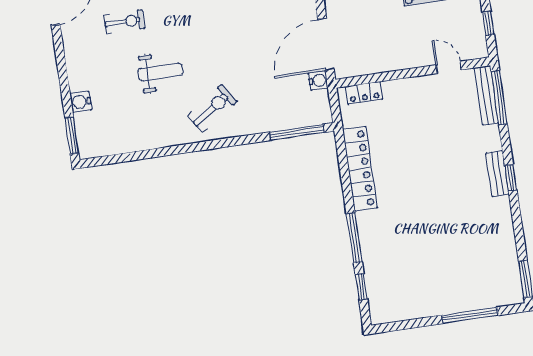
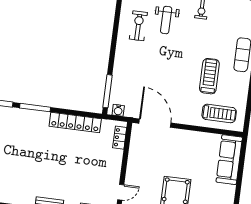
water cooler: (318, 81) -> (118, 110), moved
exercise bike: (212, 109) -> (138, 26), moved, turned -146

